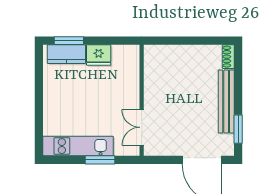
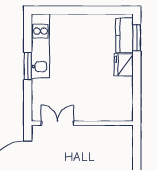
wall: (142, 100) -> (82, 123), moved
double door: (142, 127) -> (58, 123), moved

